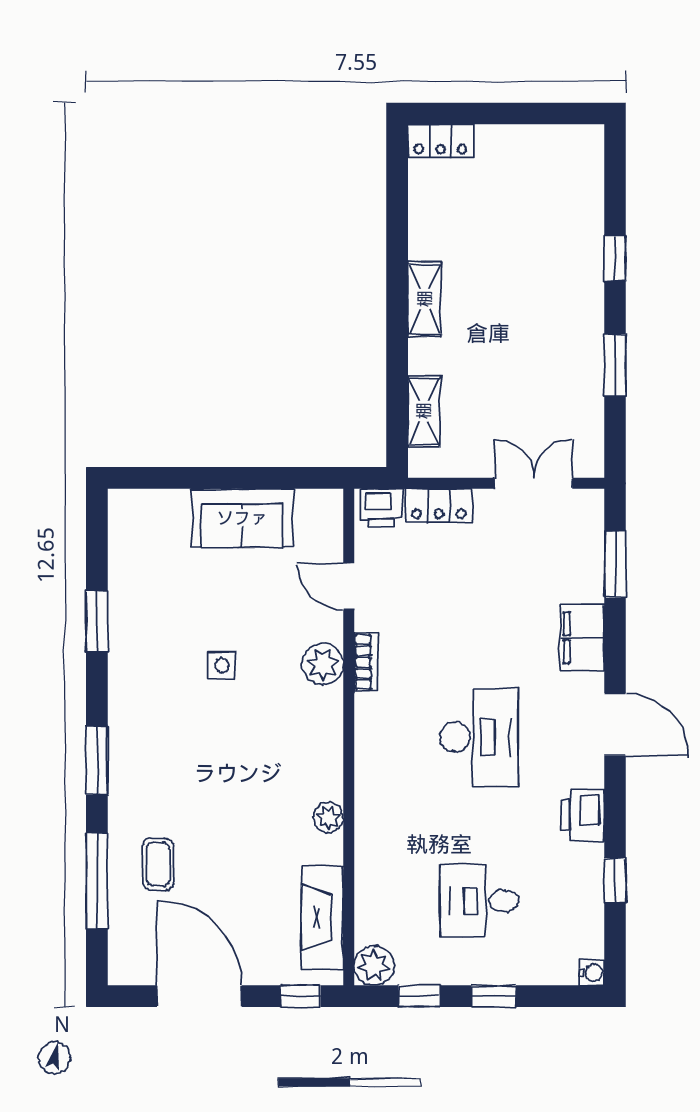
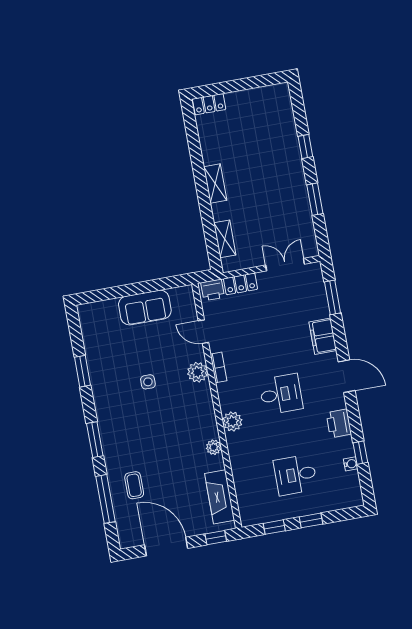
desk: (479, 737) -> (281, 394), width x0.73
plant: (374, 965) -> (232, 421), moved
water cooler: (592, 973) -> (351, 464), moved

